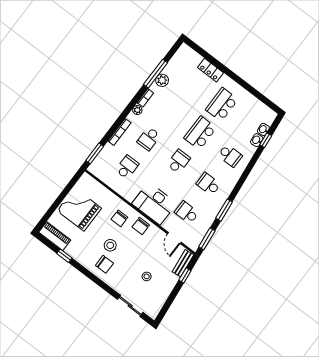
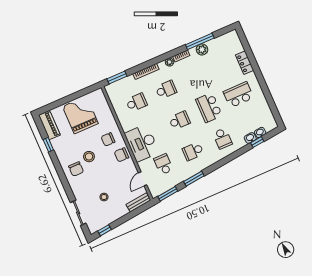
school desk: (200, 133) -> (209, 108), turned -90
school desk: (149, 139) -> (166, 90), turned 180
school desk: (208, 184) -> (193, 151), turned -90
window: (185, 275) -> (104, 230), moved

